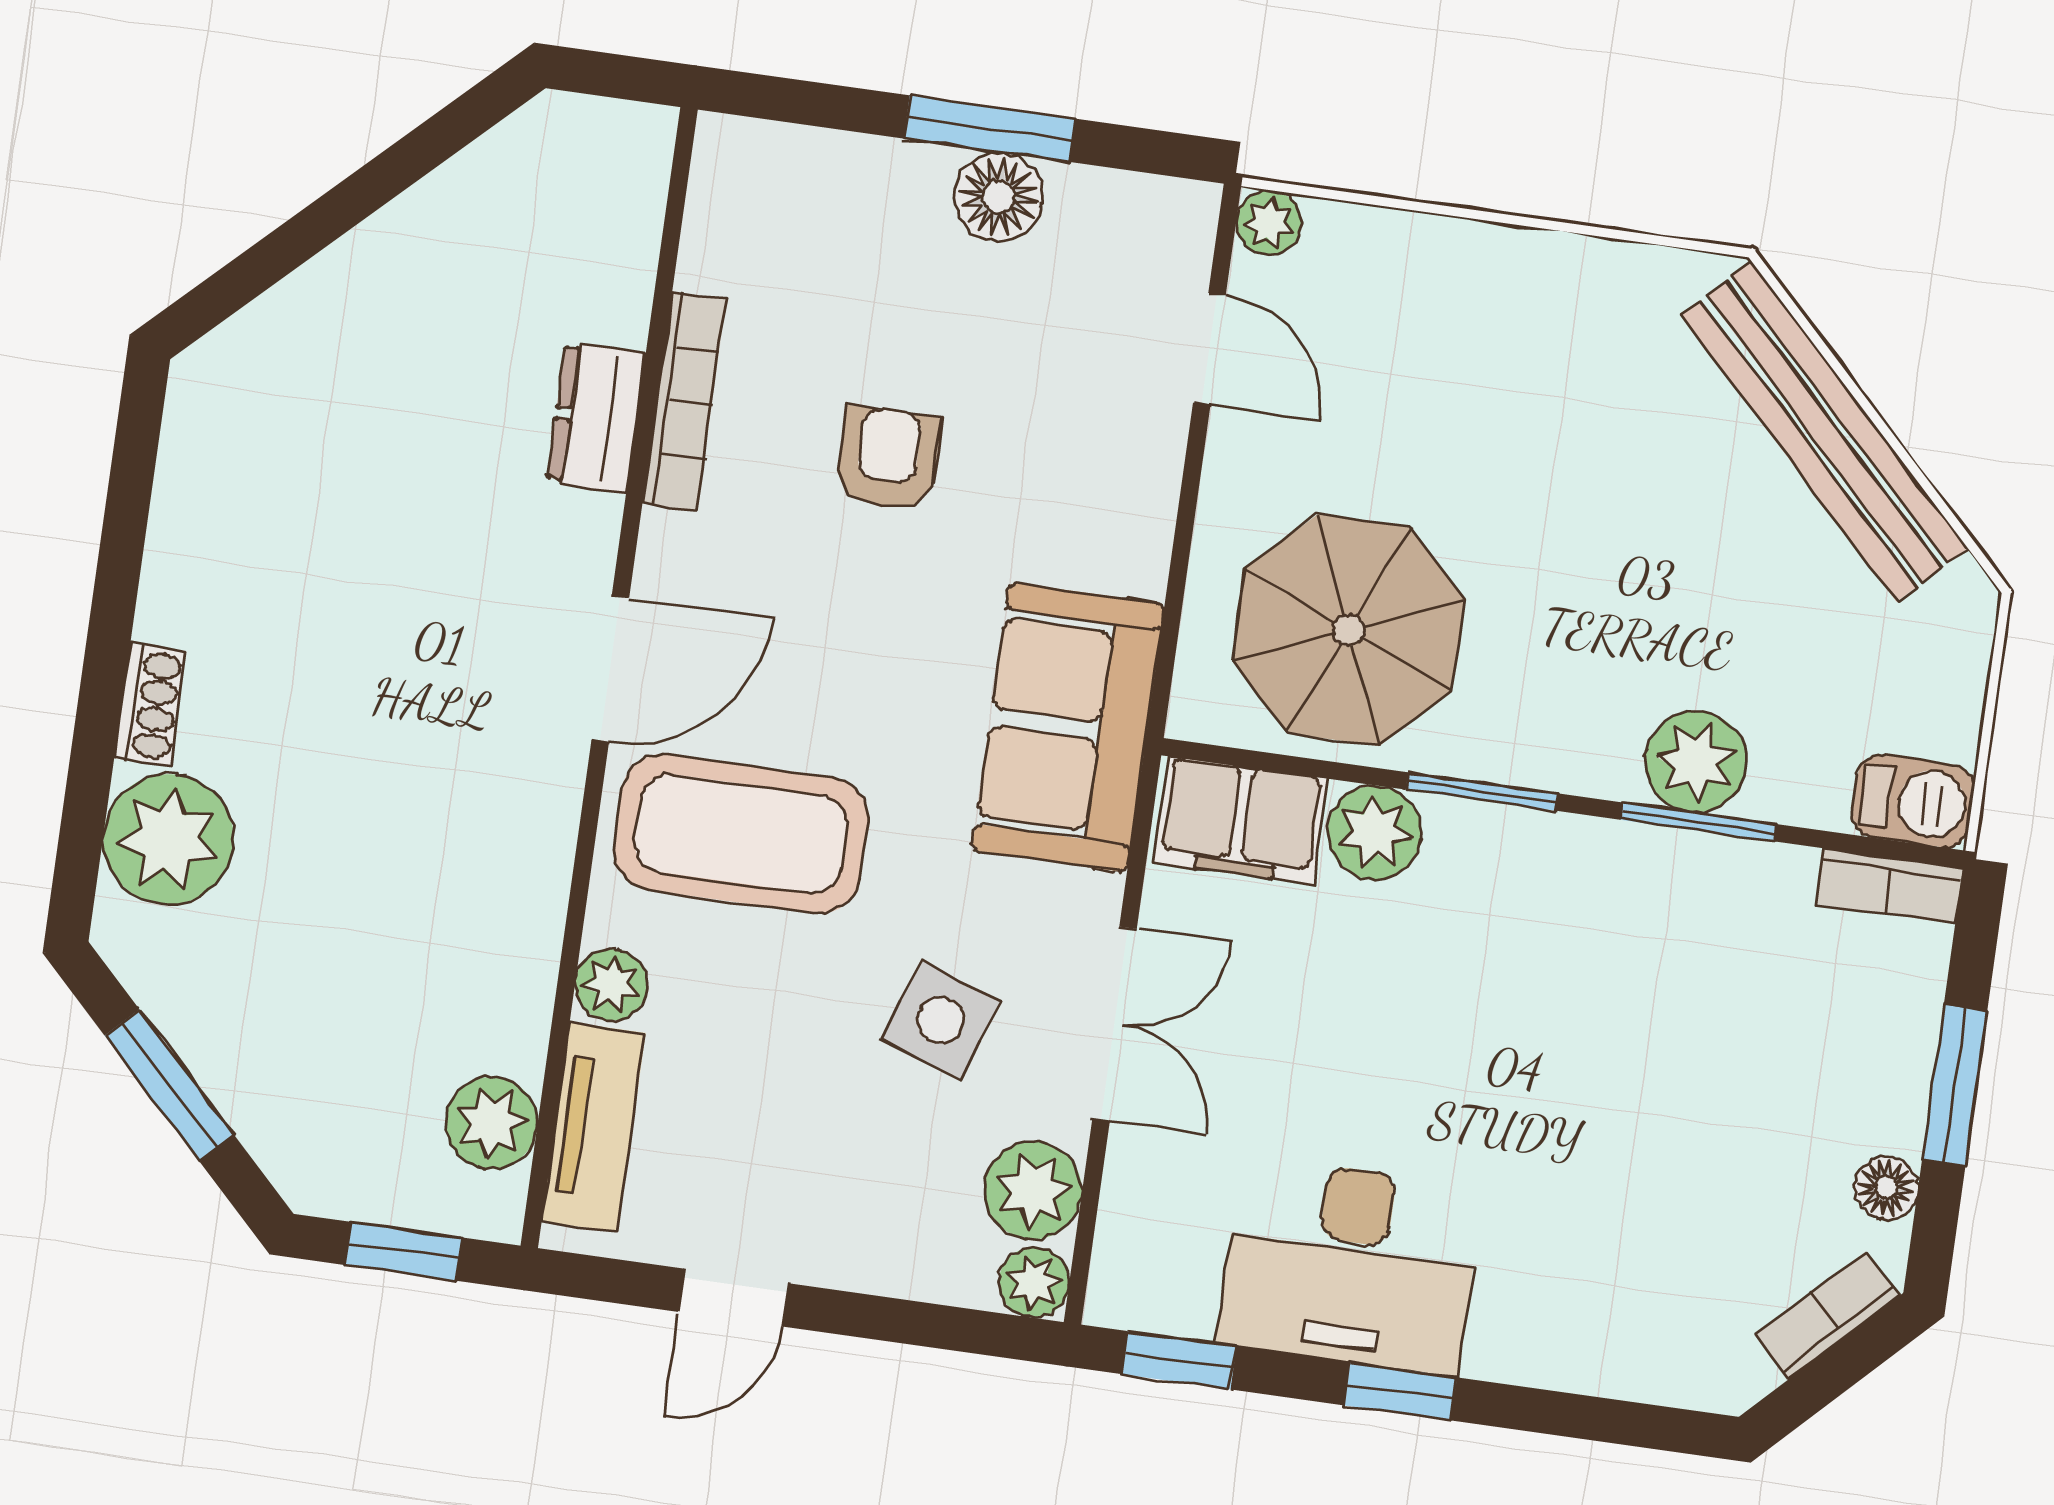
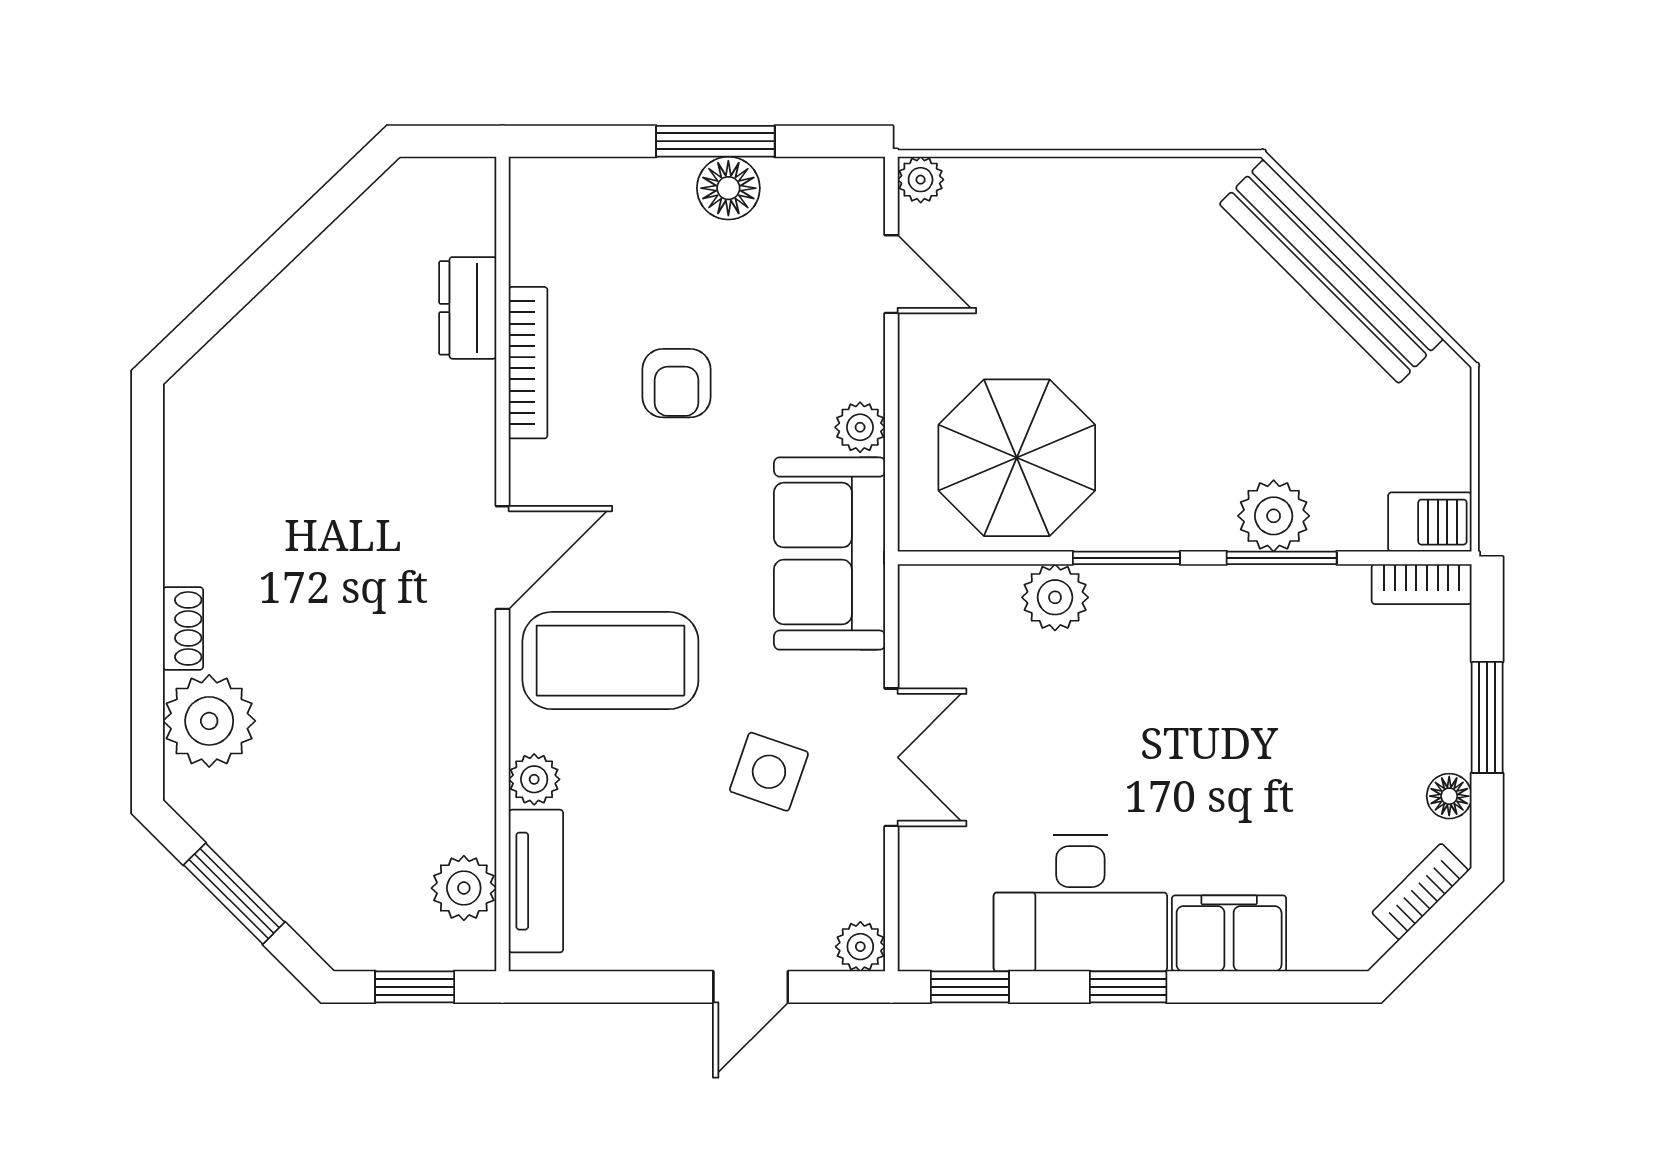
dresser: (596, 418) -> (468, 308), moved
armchair: (888, 459) -> (676, 383), turned 180
filing cabinet: (1240, 821) -> (1229, 933), moved, turned 180
plant: (1033, 1191) -> (860, 427), moved, width x0.73, depth x0.73
door: (734, 1298) -> (751, 987), moved

